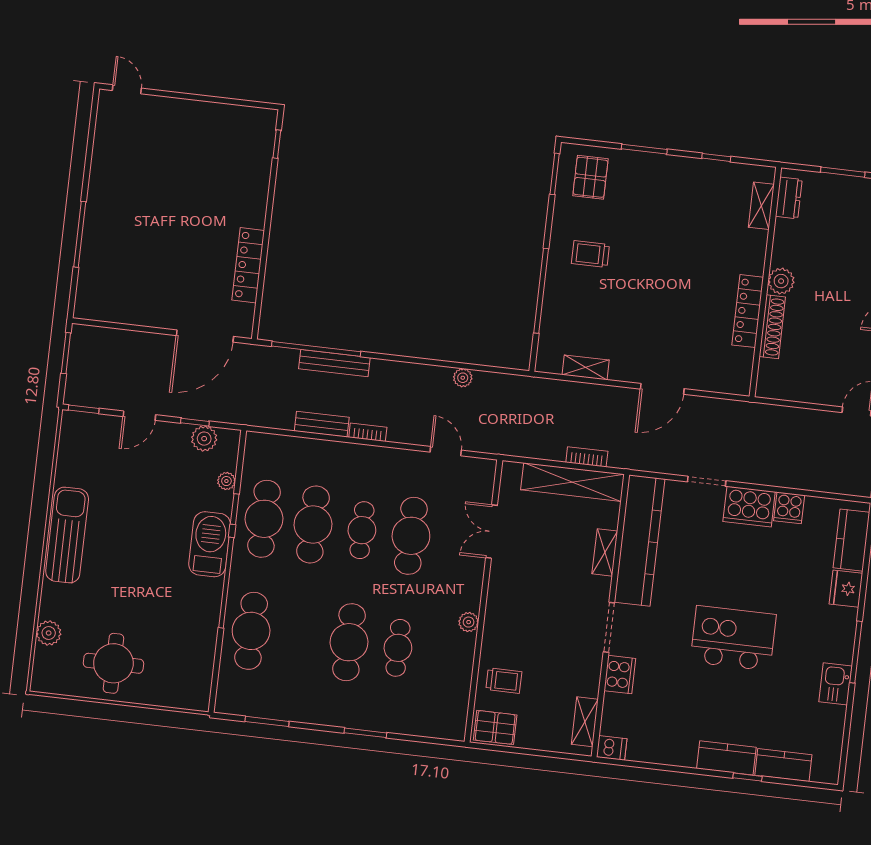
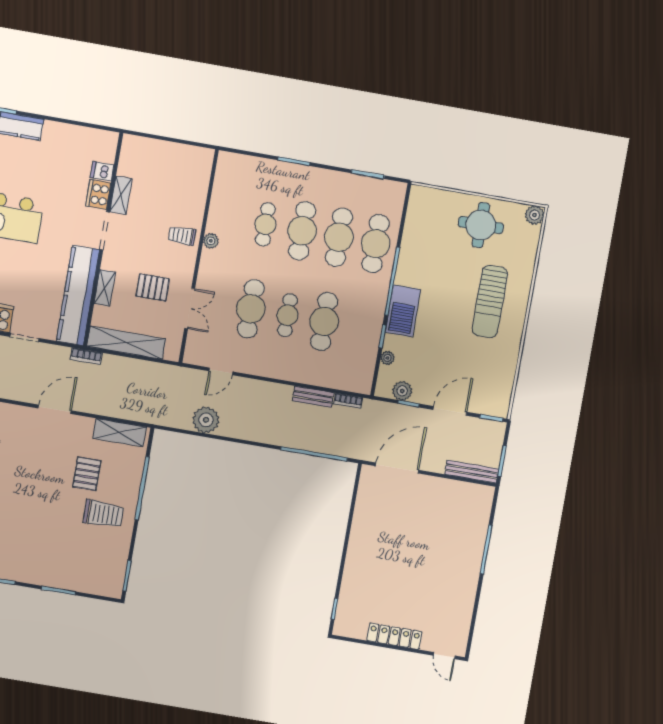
pallet: (590, 177) -> (87, 474), moved
trolley: (590, 254) -> (103, 514), width x1.36, depth x1.39
locker: (248, 265) -> (394, 636), moved, turned -90
bench: (334, 363) -> (472, 472), moved
shelving: (586, 367) -> (120, 433), width x1.50, depth x1.33
plant: (463, 378) -> (206, 420), width x1.88, depth x1.88
door: (139, 416) -> (450, 411), width x1.38
bookcase: (368, 432) -> (348, 401), moved
door: (446, 451) -> (221, 371), hinge flipped
bookcase: (587, 457) -> (86, 356), moved
cafe table: (264, 519) -> (339, 237), moved
sun lounger: (67, 535) -> (490, 302), moved
plant: (49, 633) -> (535, 215), moved
trolley: (504, 681) -> (182, 236), moved
shelving: (585, 722) -> (121, 195), moved
pallet: (495, 727) -> (153, 287), moved
dishwasher: (612, 748) -> (102, 171), moved

